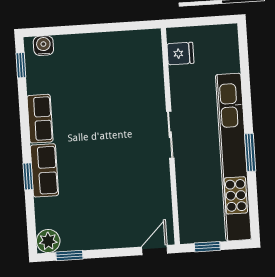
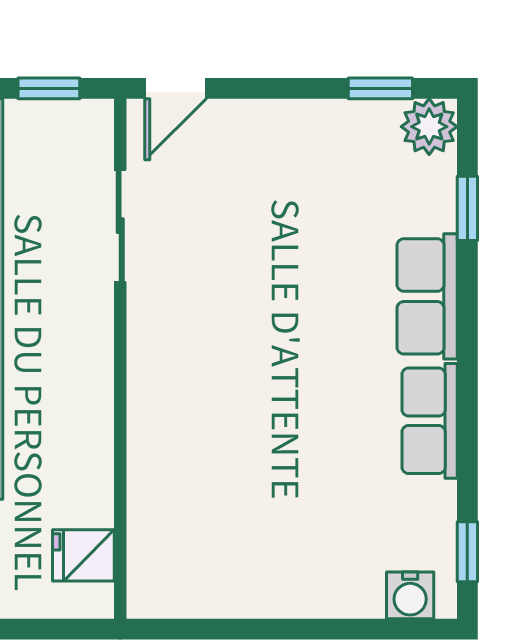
sliding door: (170, 135) -> (120, 226), moved
window: (28, 176) -> (467, 208), moved

